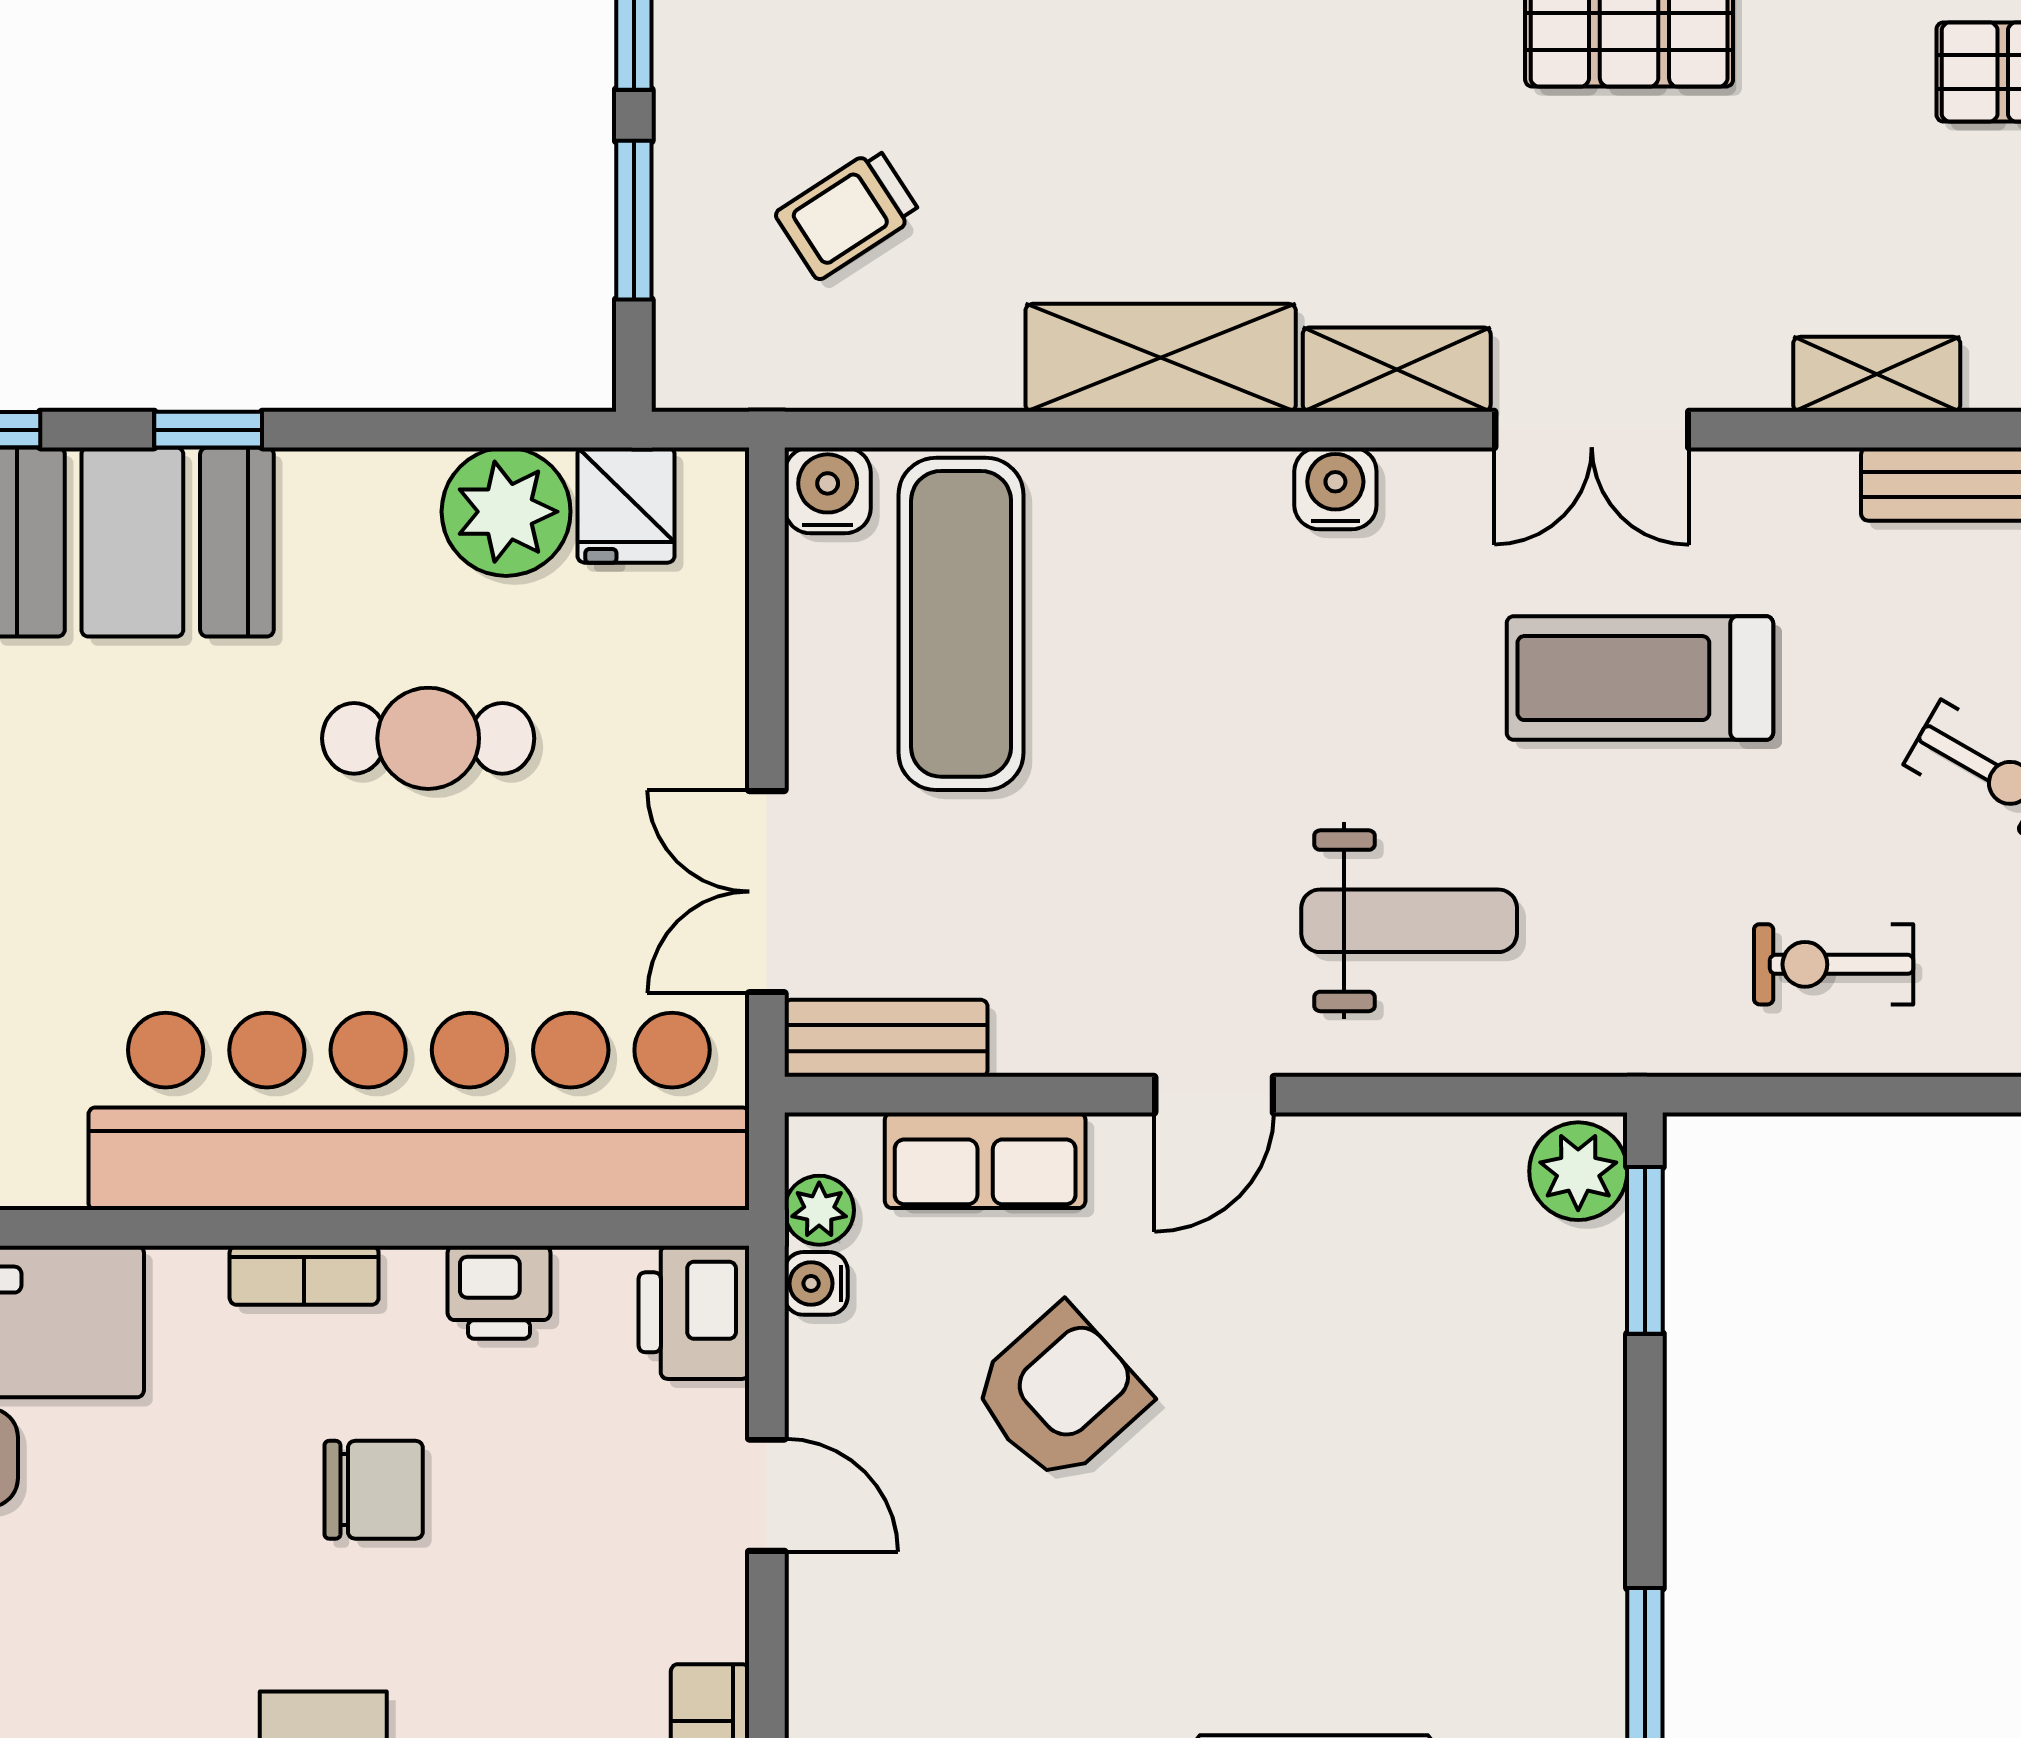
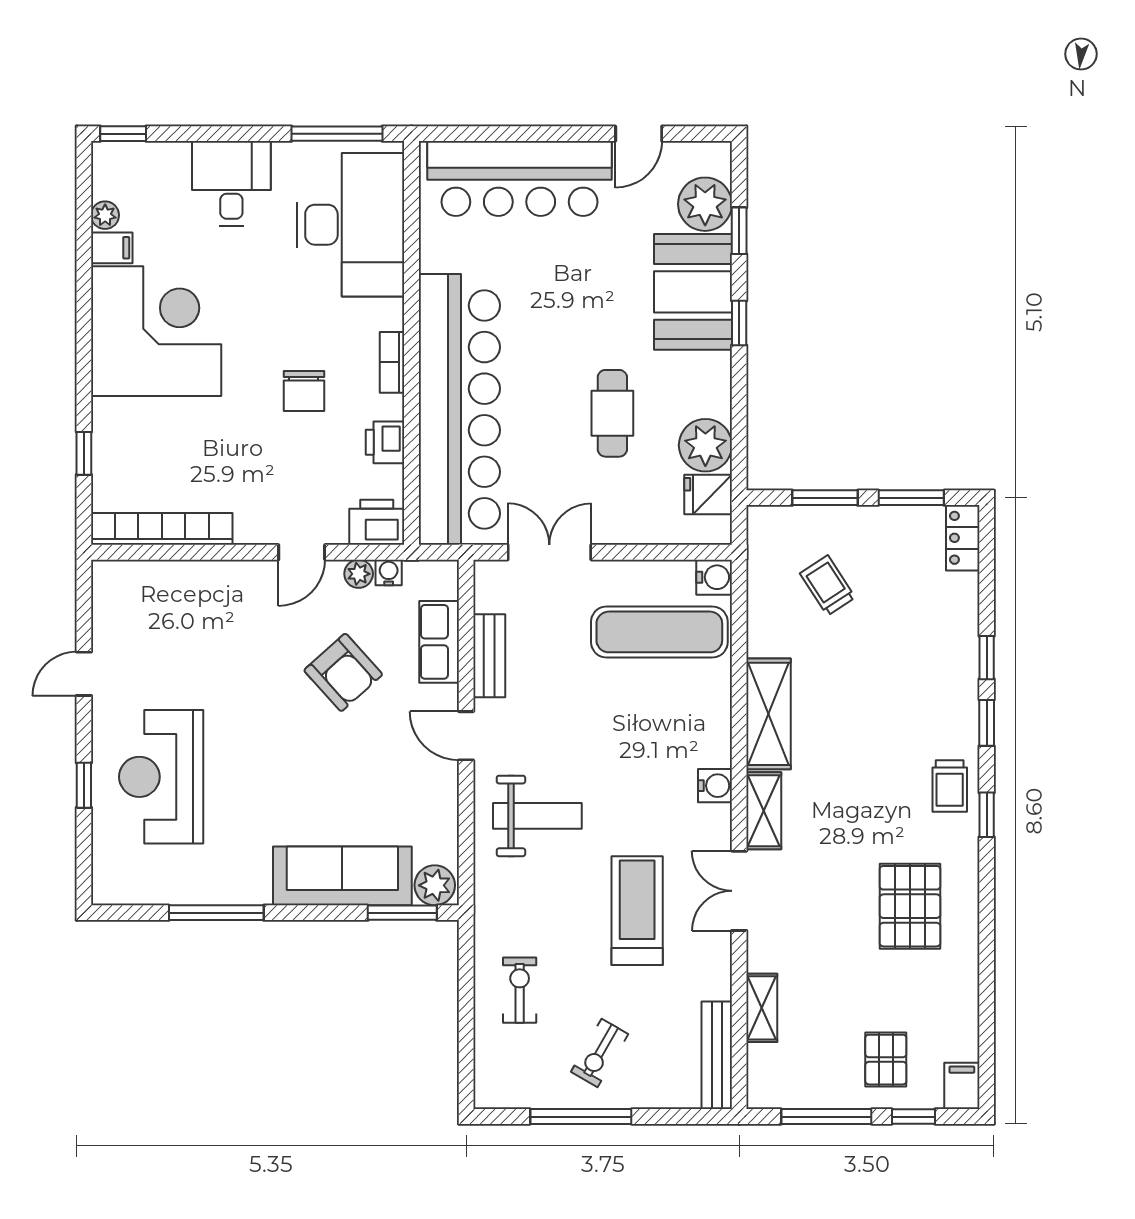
weight bench: (1409, 921) -> (537, 816), turned -90
bench: (886, 1038) -> (489, 656), moved
plant: (819, 1210) -> (359, 574), moved
sofa: (1555, 1396) -> (342, 876), added

